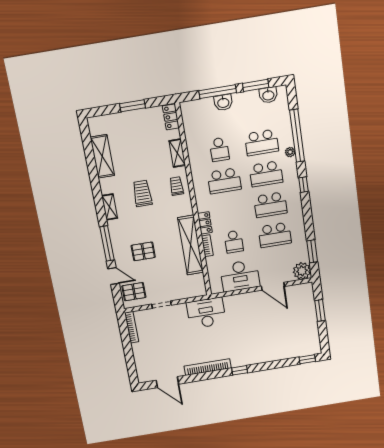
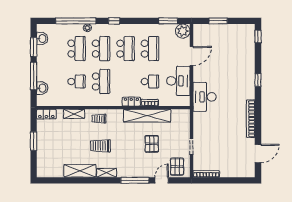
washbasin: (223, 102) -> (42, 88), moved
shelving: (102, 156) -> (80, 171), moved
pallet: (143, 251) -> (152, 144), moved
desk: (206, 313) -> (205, 97), moved
window: (240, 370) -> (258, 80), moved

